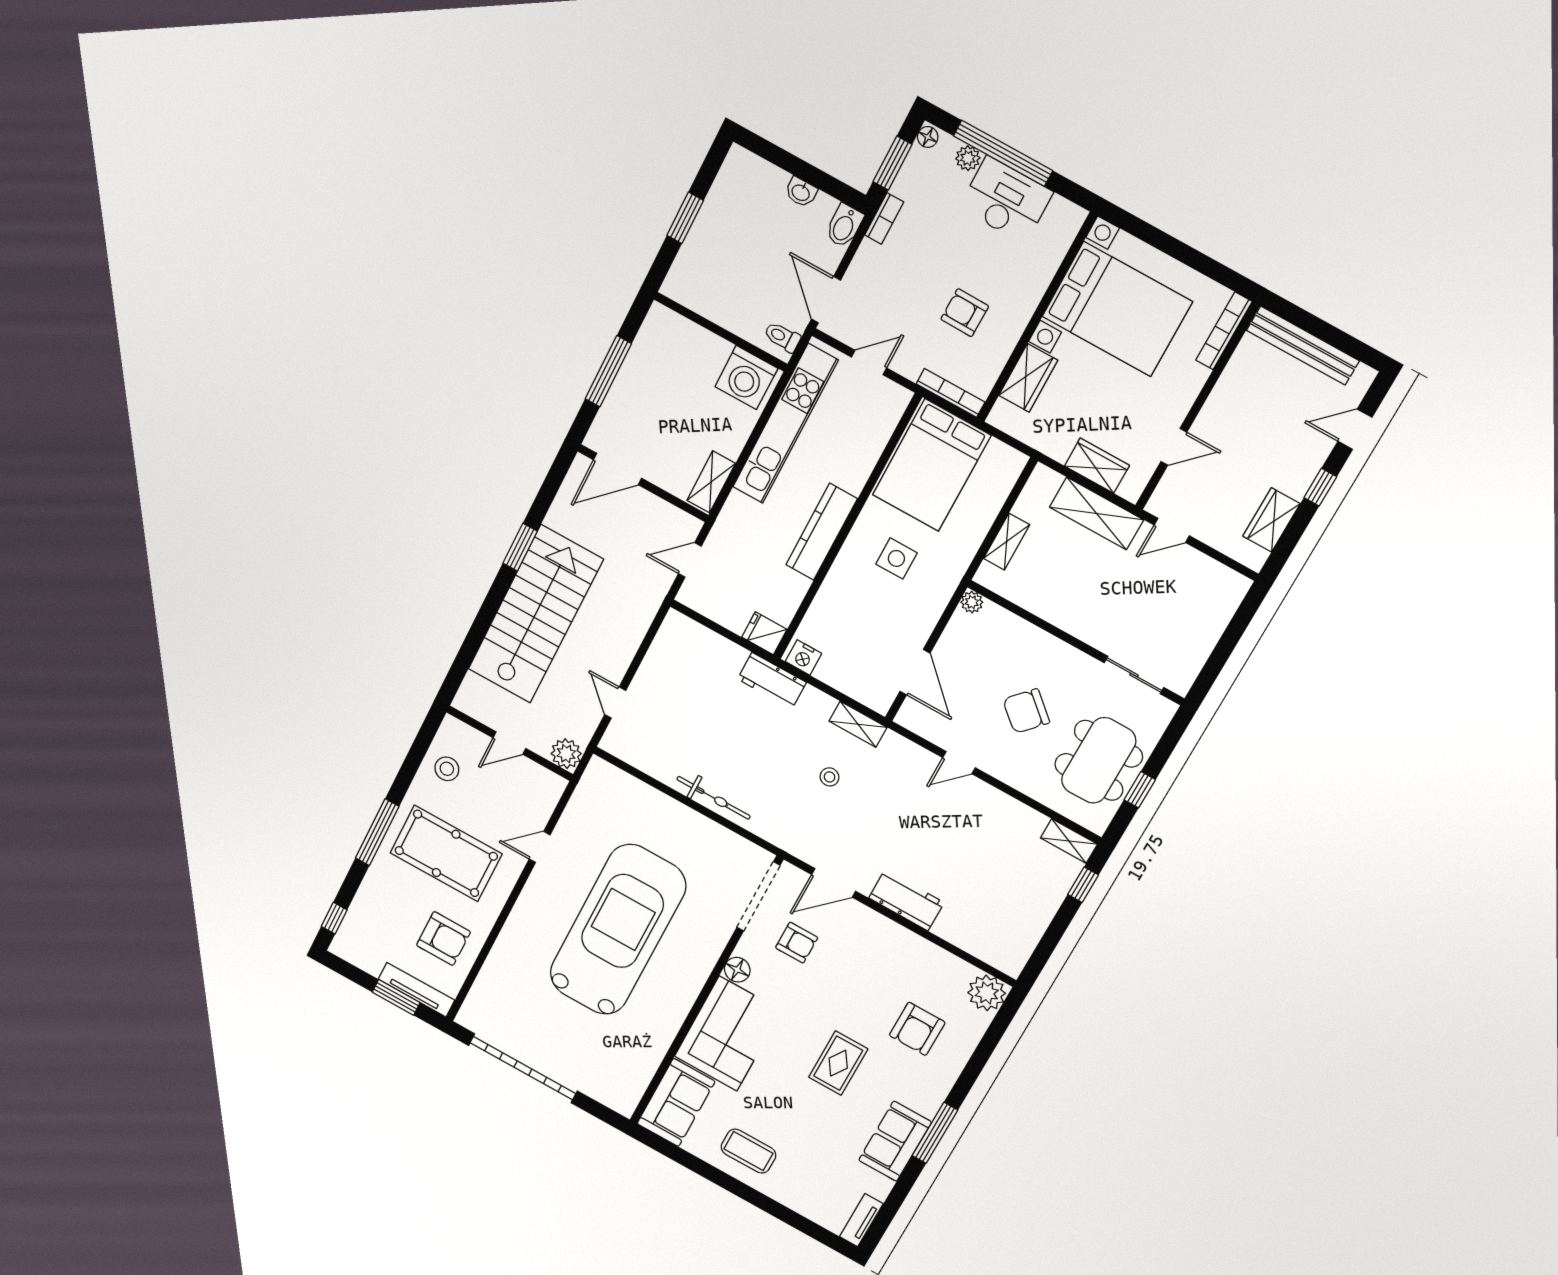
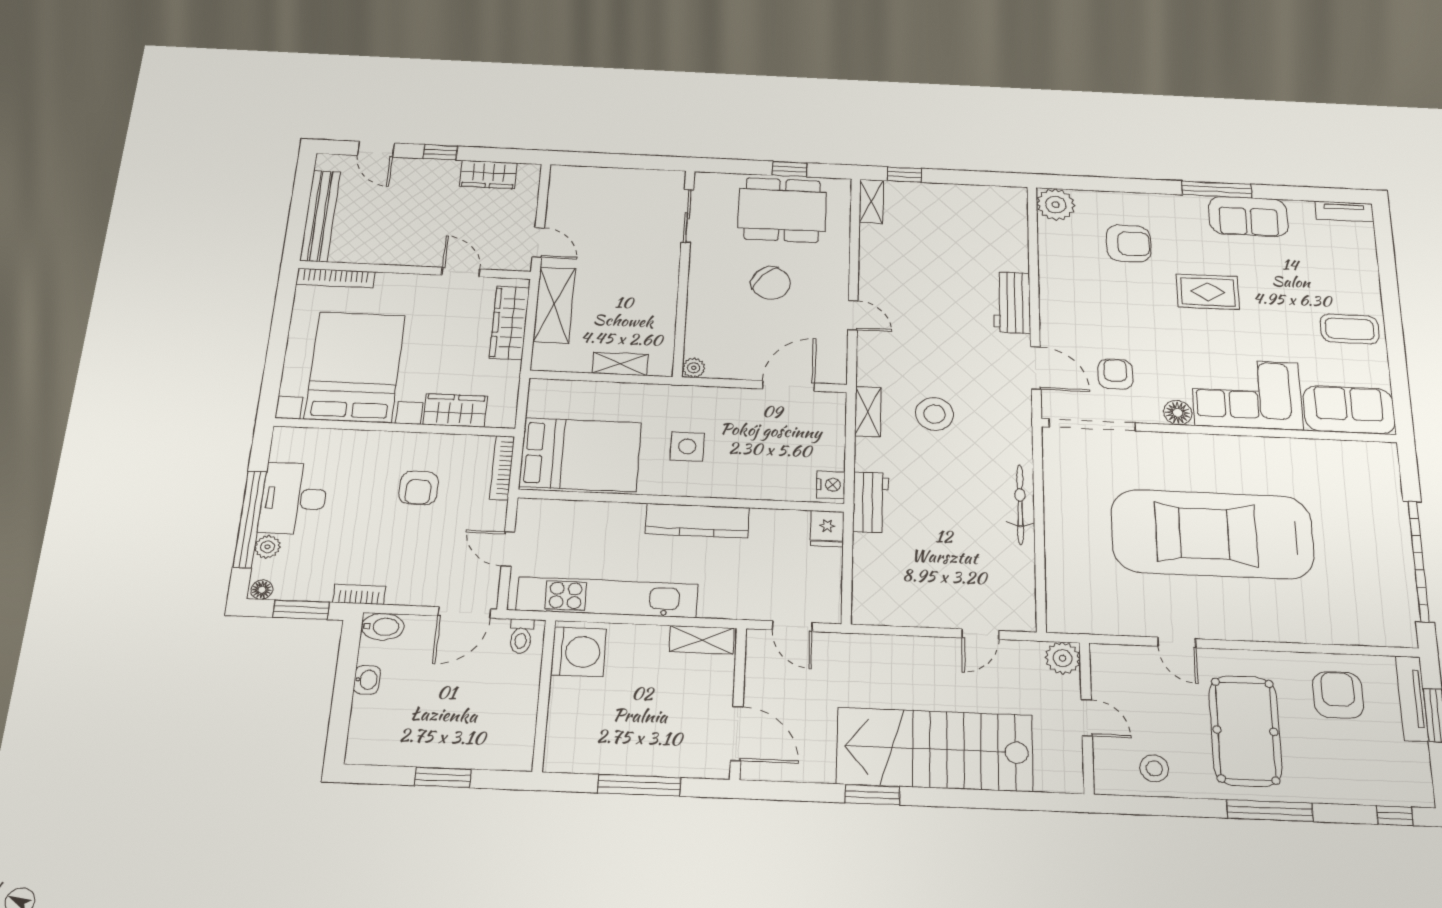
wardrobe: (1097, 466) -> (509, 323), width x1.50
stool: (830, 777) -> (935, 414), width x1.89, depth x1.89
coffee table: (748, 1151) -> (1350, 329), turned 90

